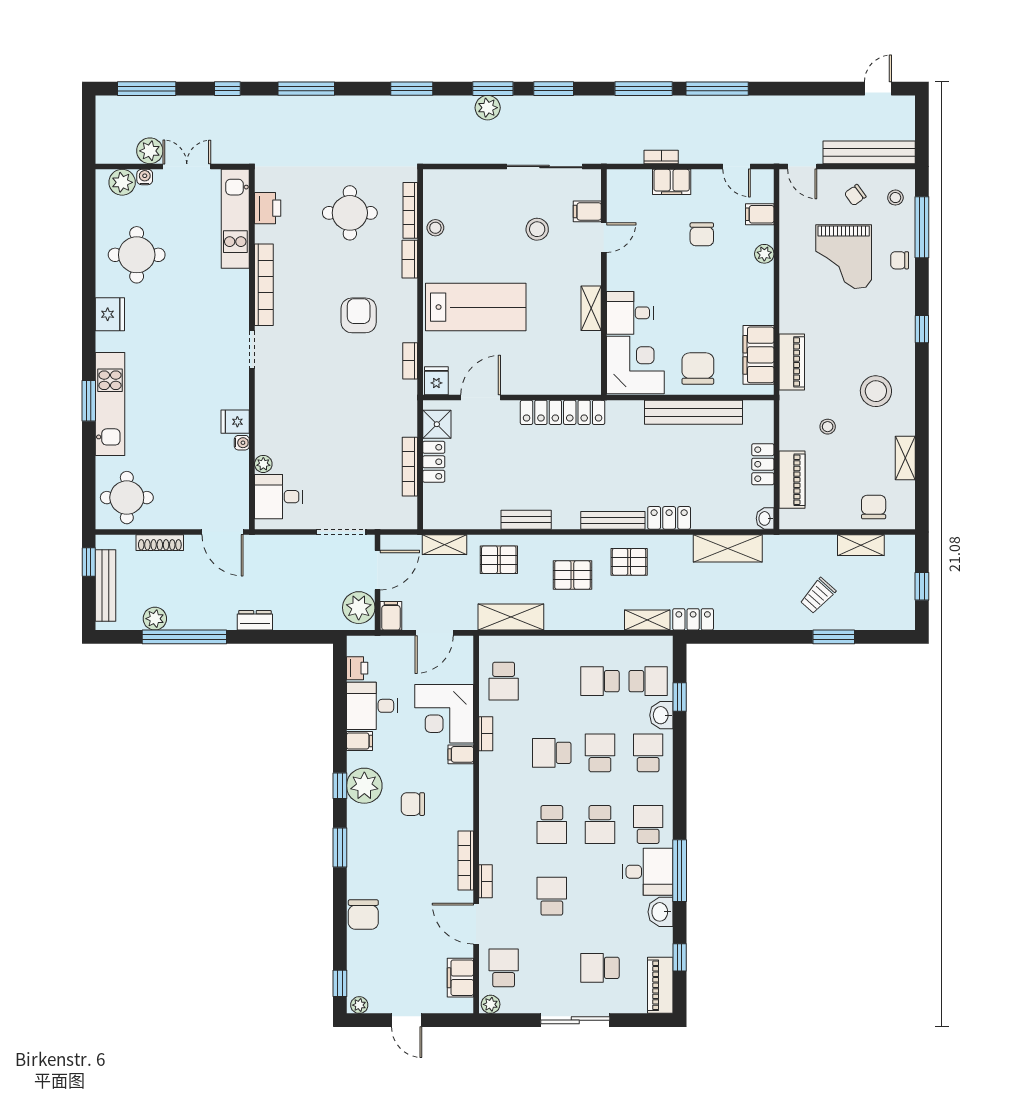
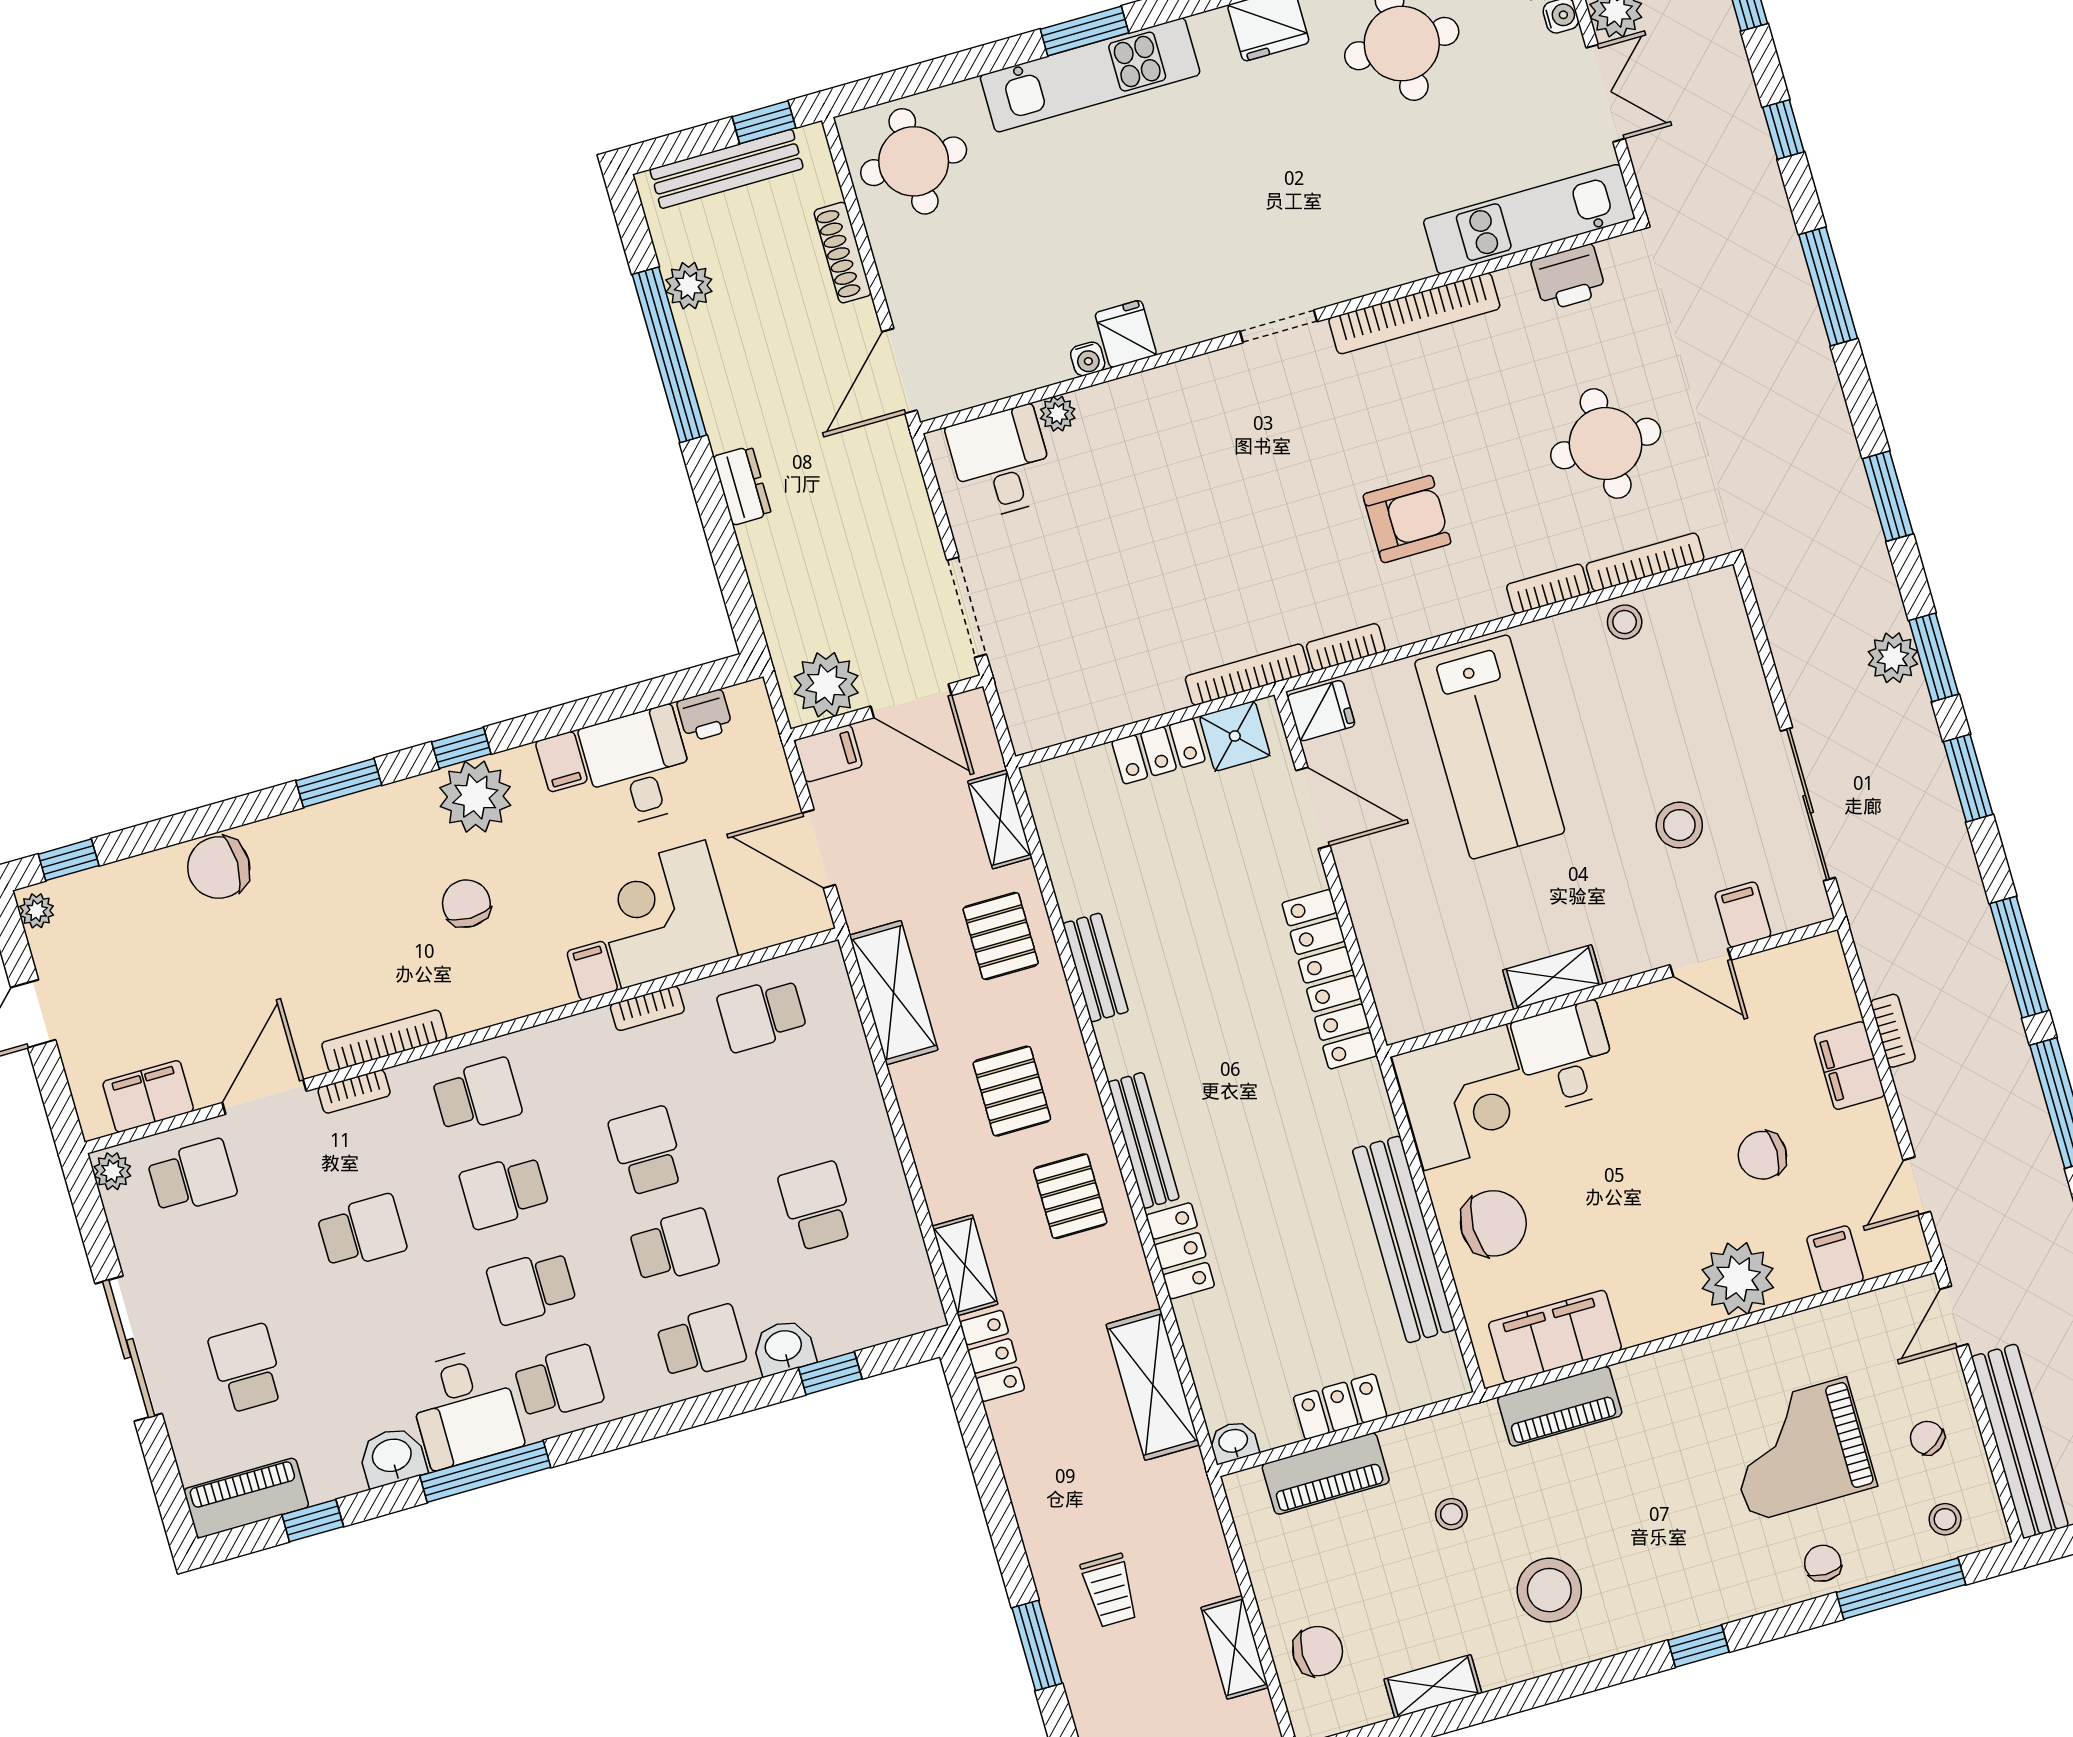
plant: (764, 254) -> (1738, 1279), width x1.87, depth x1.87
bookcase: (410, 467) -> (1247, 675), moved
trolley: (818, 596) -> (1110, 1590), turned -132
school desk: (648, 681) -> (477, 1095), moved, turned -90

